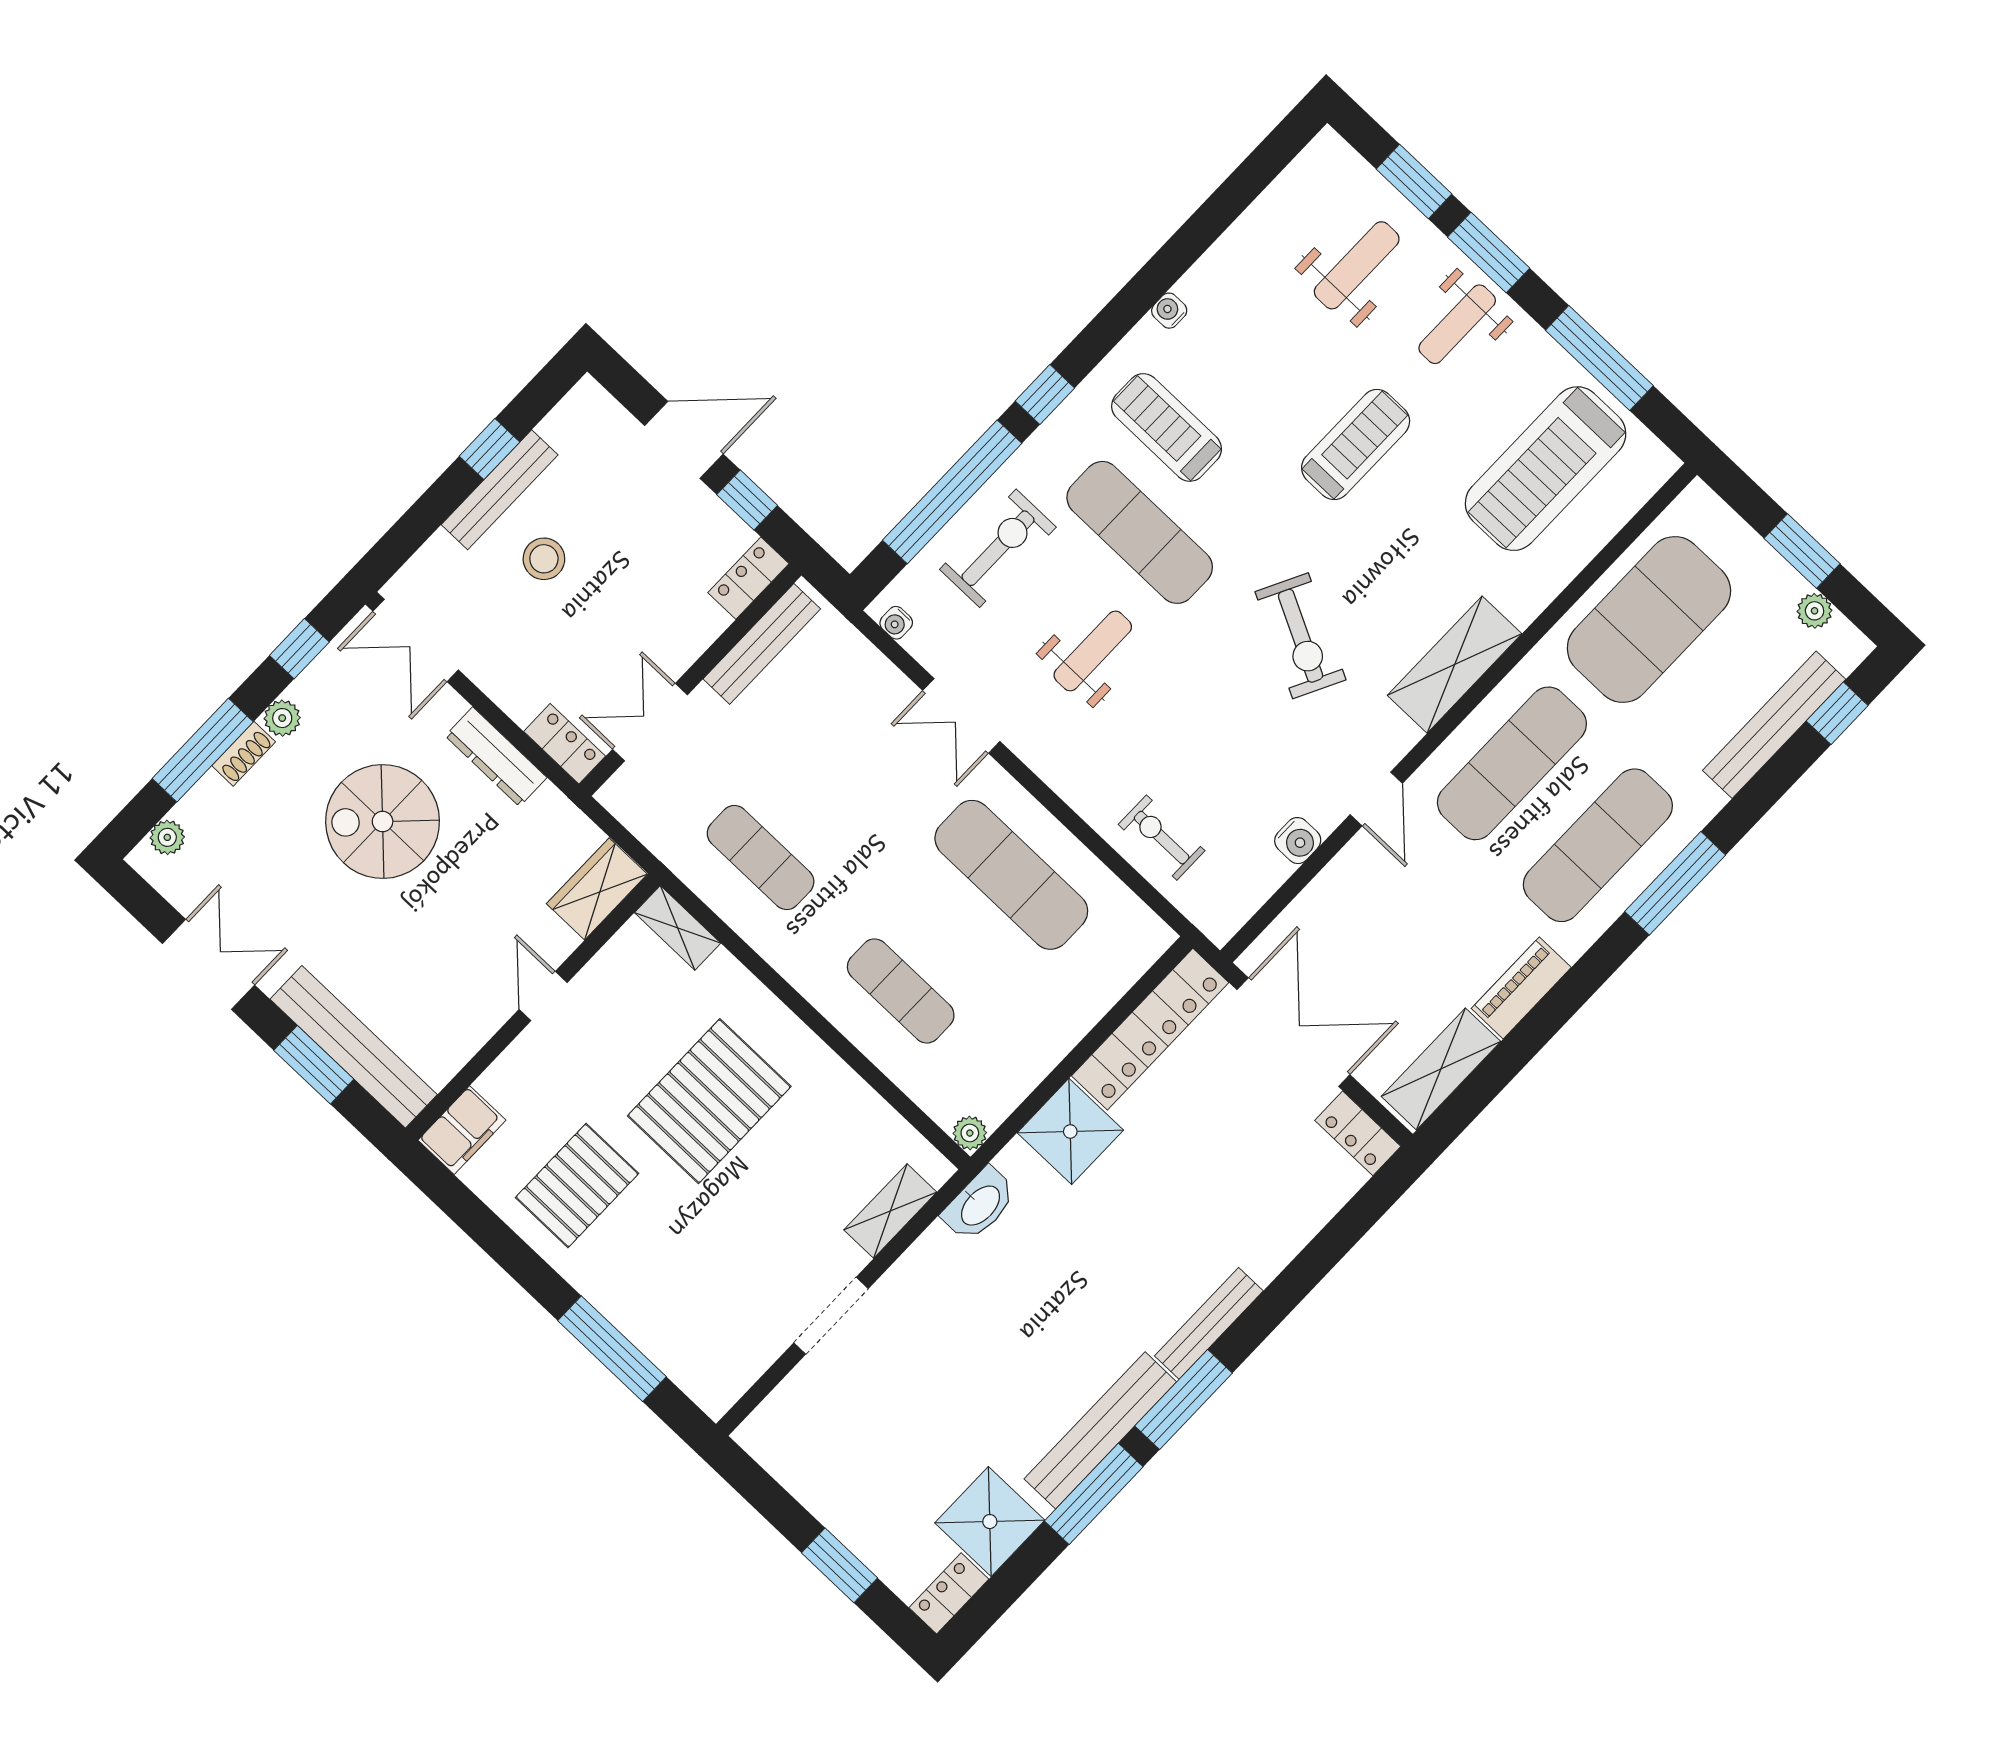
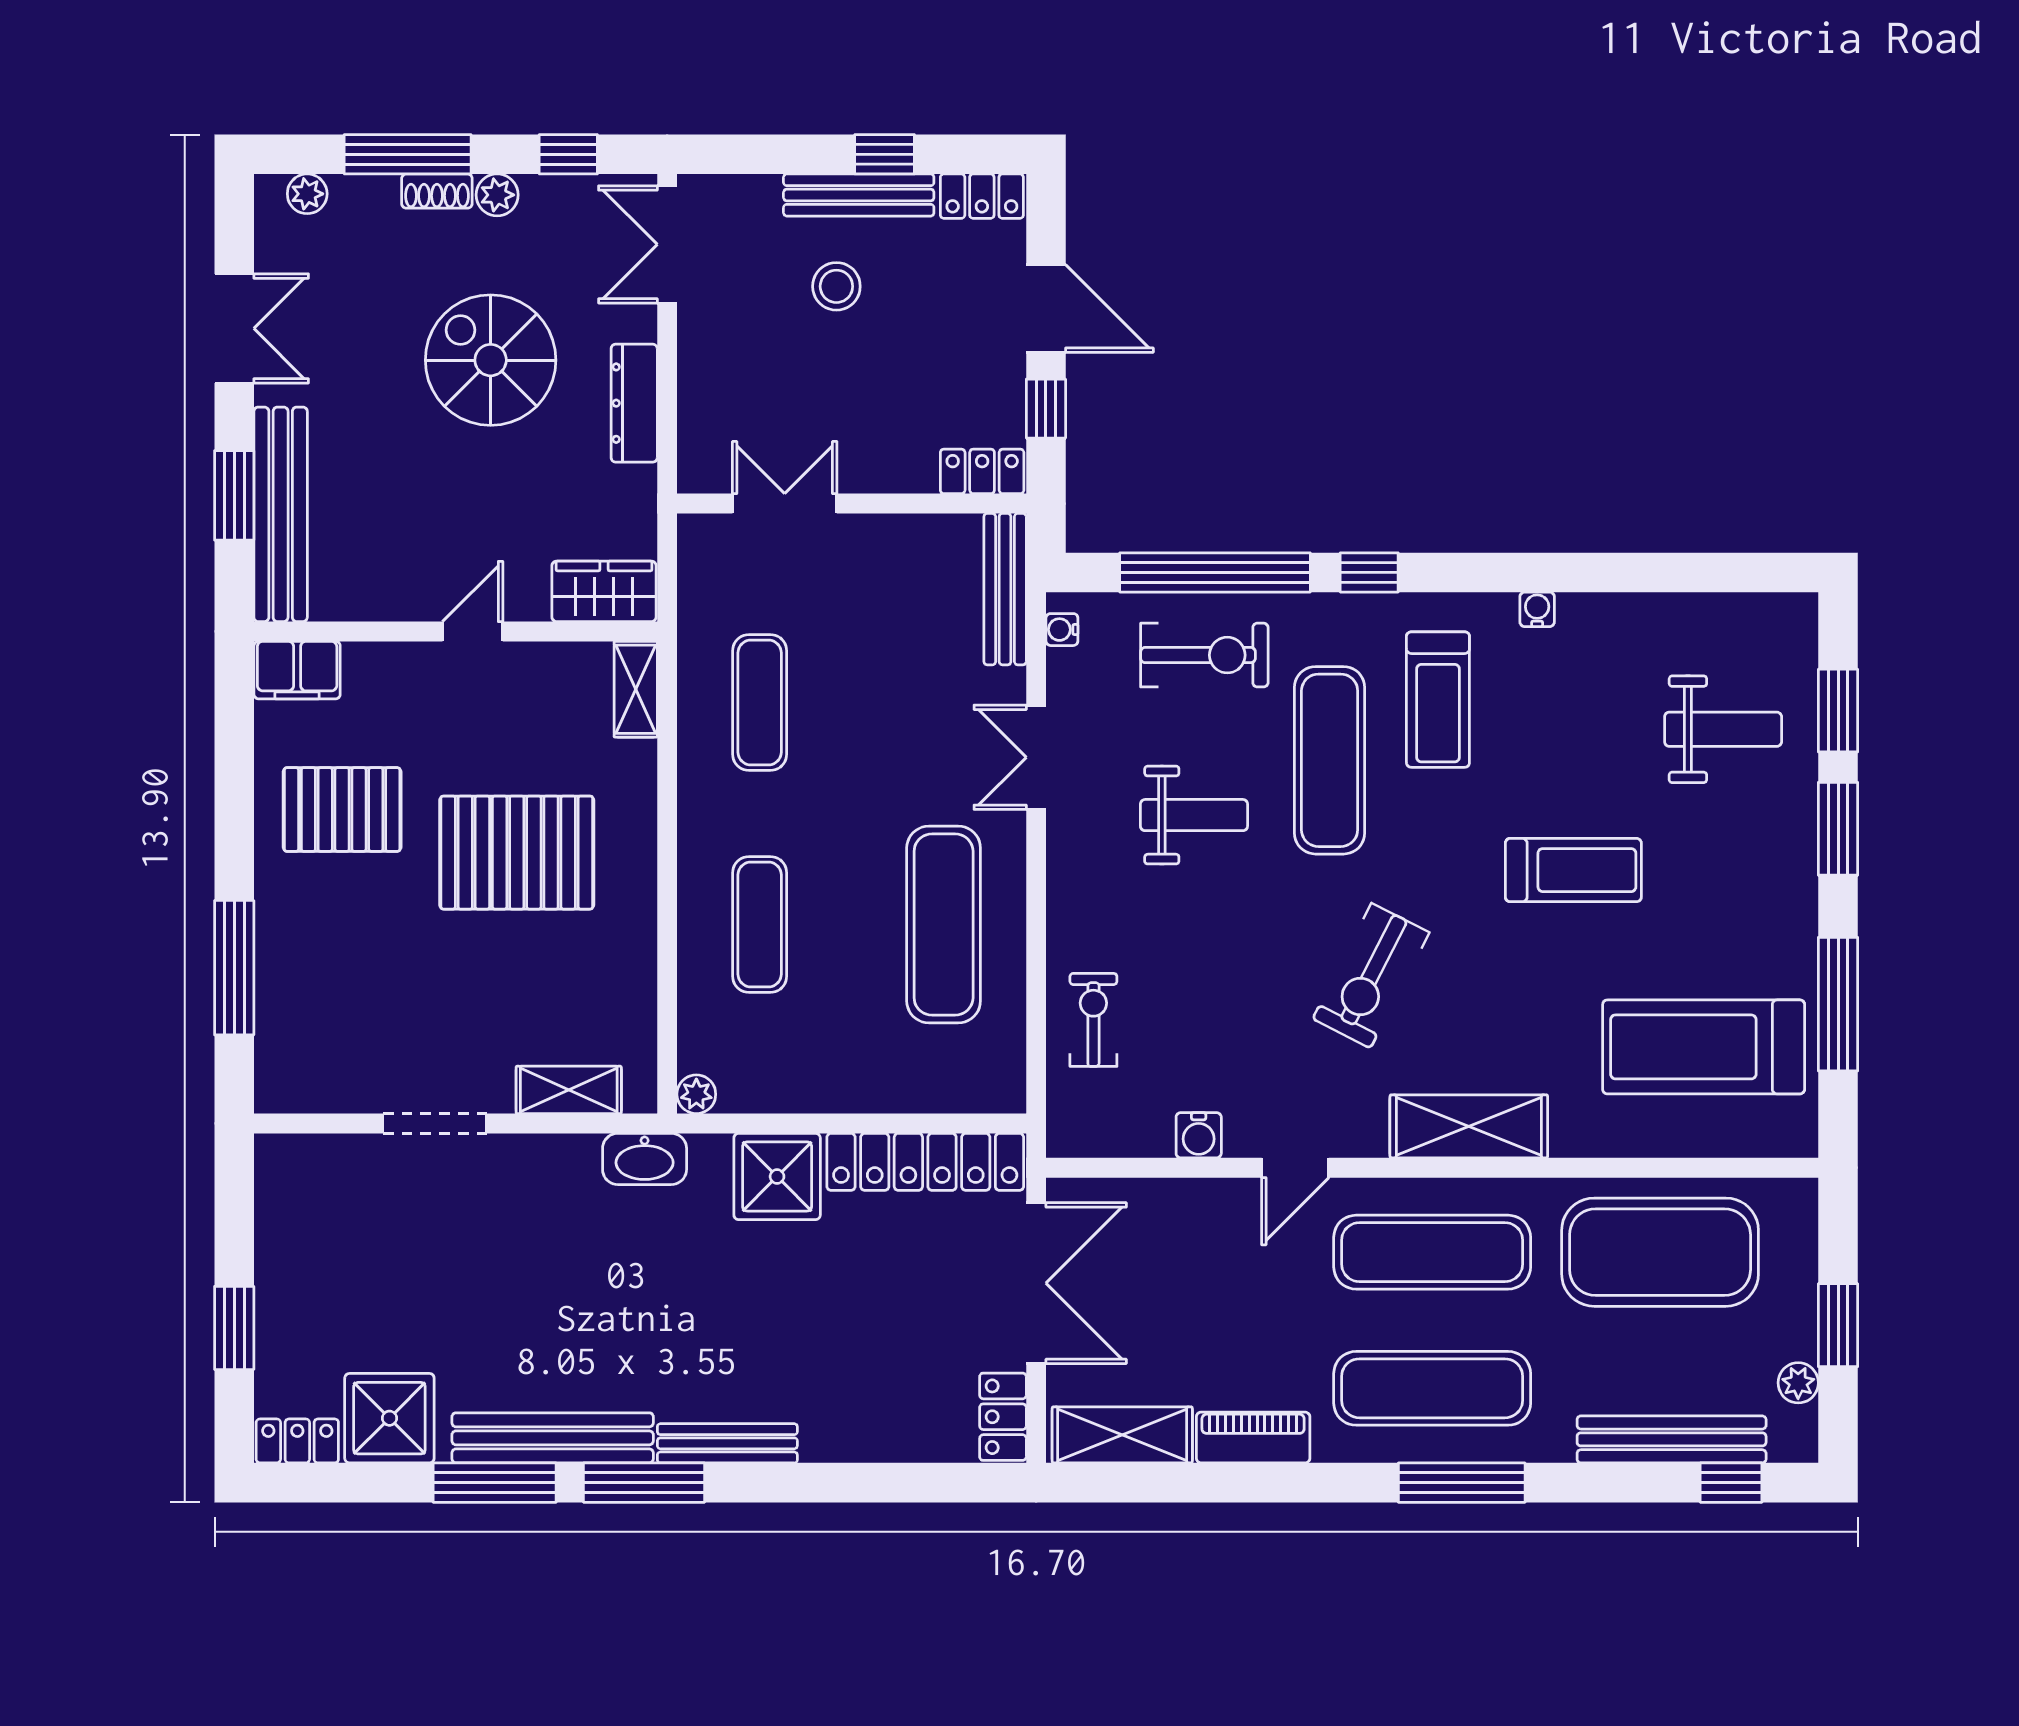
weight bench: (1457, 324) -> (1754, 859), removed
treadmill: (1167, 427) -> (1438, 700), turned 180
bench: (762, 644) -> (1005, 589), moved, turned 90
locker: (565, 744) -> (982, 196), moved, turned 90

